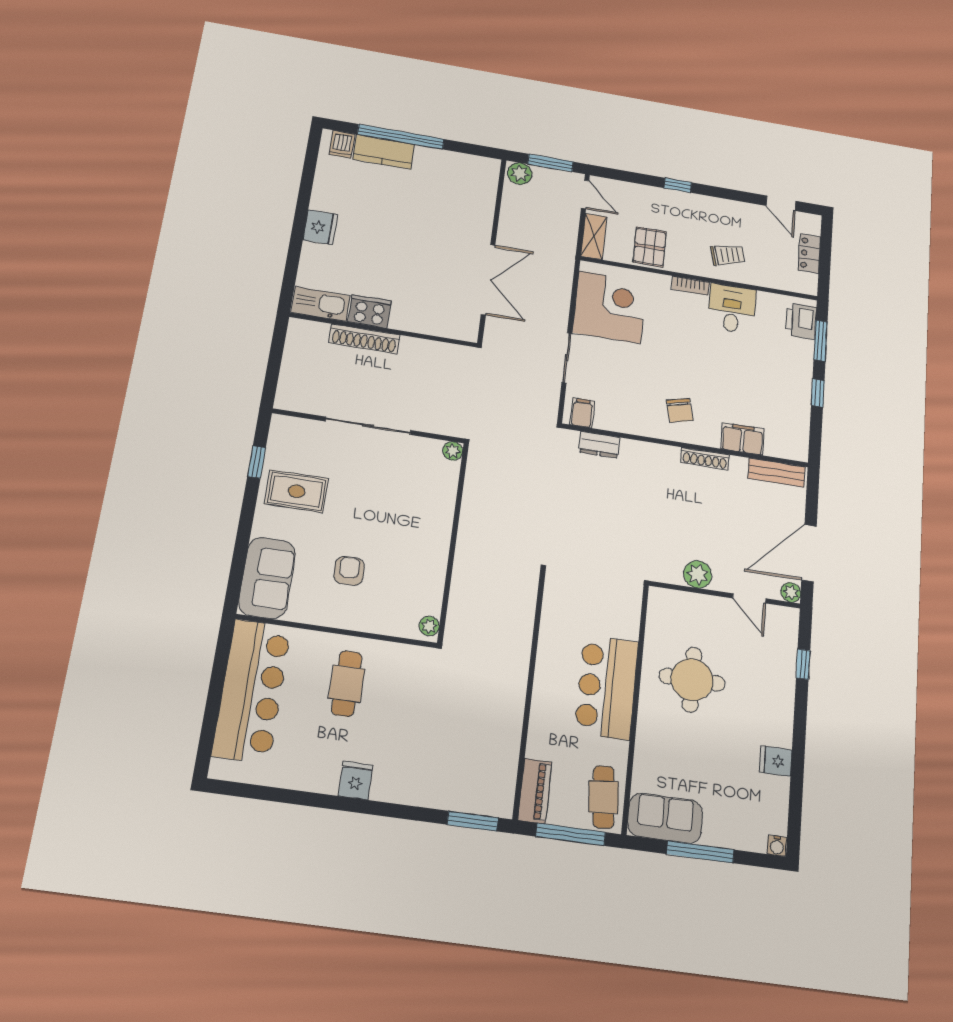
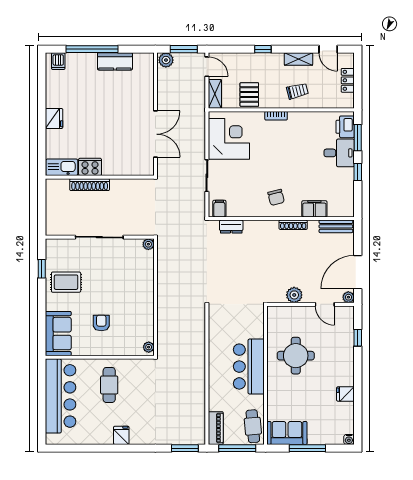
kitchen counter: (384, 152) -> (115, 61), moved
shelving: (733, 209) -> (298, 59), added
desk: (732, 309) -> (339, 153), moved, turned 90

